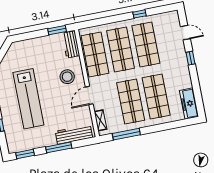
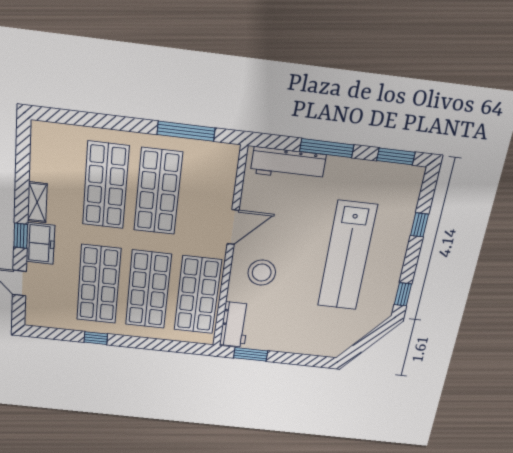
lab bench: (28, 99) -> (347, 256), turned 180
freezer: (189, 104) -> (40, 244), moved, width x0.71
shelving: (100, 120) -> (37, 202), moved

